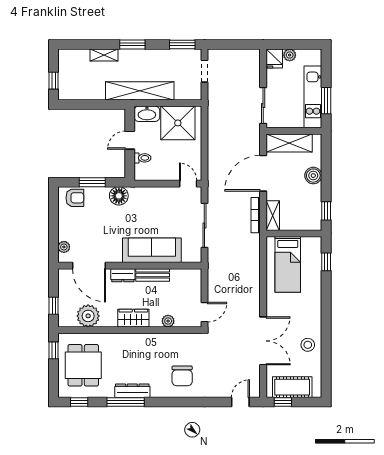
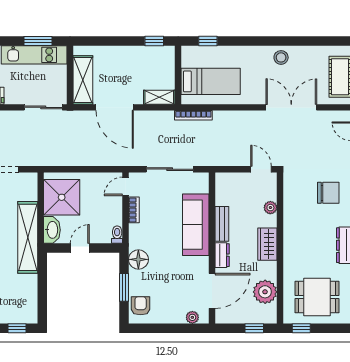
door: (130, 140) -> (80, 248), swing flipped
toilet: (142, 158) -> (117, 235), moved
boiler: (313, 176) -> (117, 55), removed
bookcase: (166, 191) -> (134, 210), added
bookcase: (256, 215) -> (193, 115), moved
stool: (308, 345) -> (281, 57), moved

